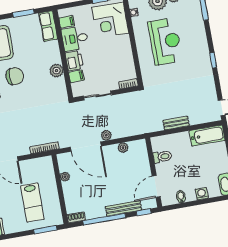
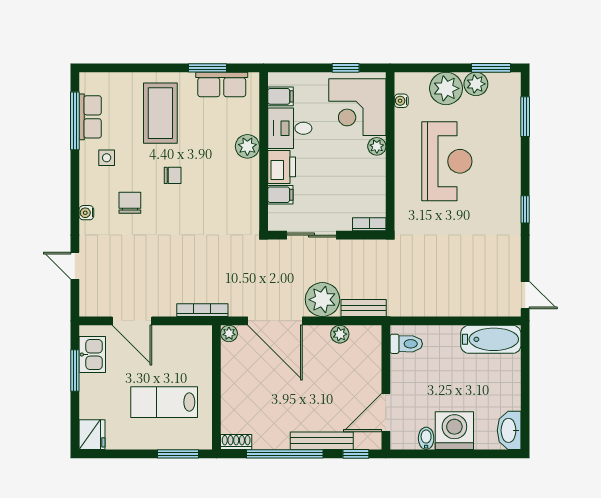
row of seats: (48, 26) -> (222, 84), moved, turned -90
plant: (125, 40) -> (377, 146), added
plant: (56, 71) -> (247, 146), moved
chair: (15, 76) -> (173, 175), width x0.54, depth x0.54
bench: (176, 123) -> (364, 308), moved
plant: (106, 135) -> (322, 300), width x1.88, depth x1.88
toilet: (162, 157) -> (406, 344), moved
plant: (65, 177) -> (229, 333), moved
washing machine: (202, 194) -> (454, 431), width x1.89, depth x1.89
lab bench: (32, 202) -> (164, 402), turned 90

